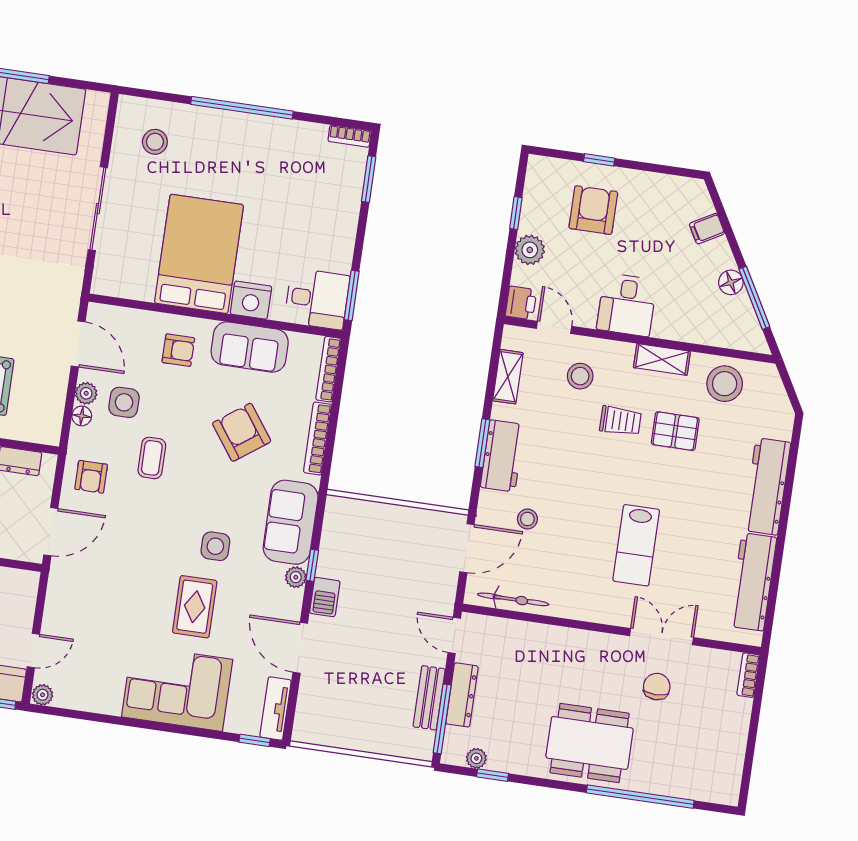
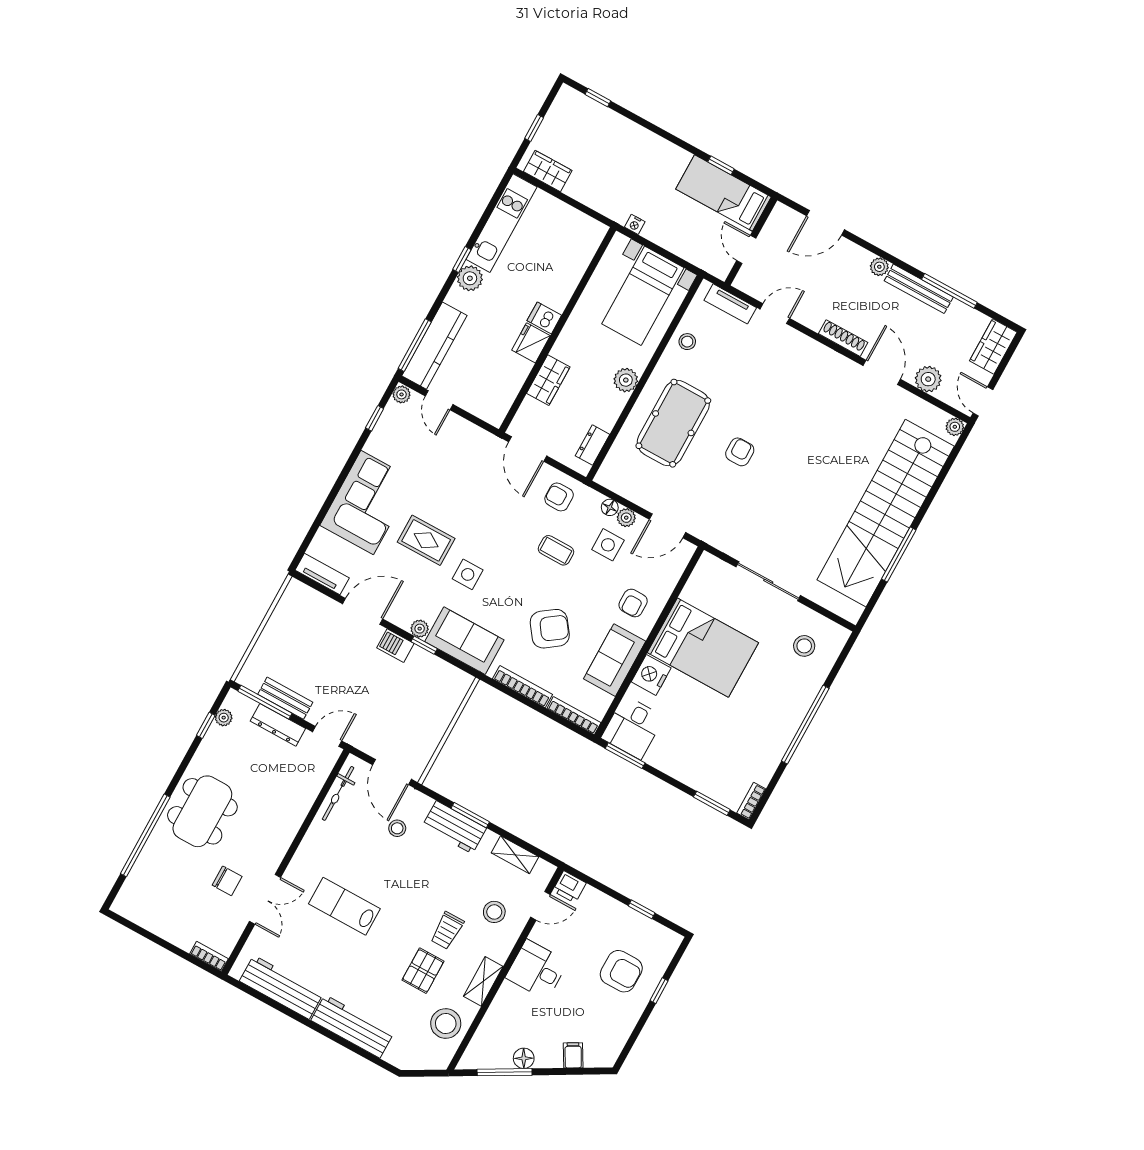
plant: (530, 250) -> (609, 909), removed
window: (255, 740) -> (375, 418), moved

